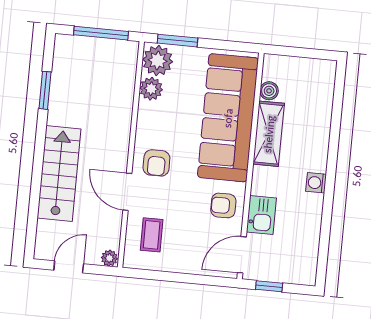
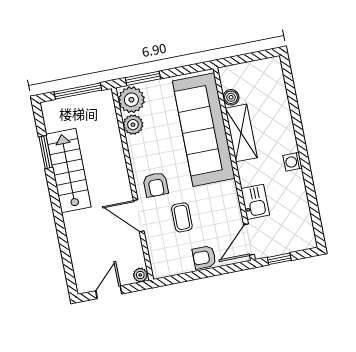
stairs: (59, 173) -> (69, 171), moved
armchair: (223, 205) -> (204, 257), moved
coffee table: (152, 235) -> (182, 217), moved

